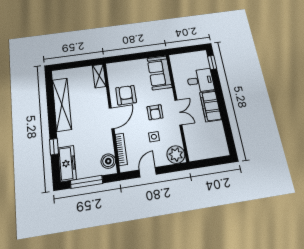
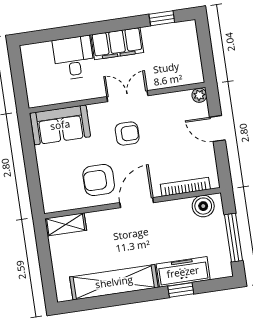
window: (212, 62) -> (162, 18), moved
door: (112, 118) -> (137, 203), hinge flipped
side table: (154, 137) -> (166, 136), removed
plant: (176, 155) -> (199, 95), width x0.53, depth x0.53
freezer: (67, 163) -> (183, 272), moved
door: (148, 172) -> (217, 129), moved

